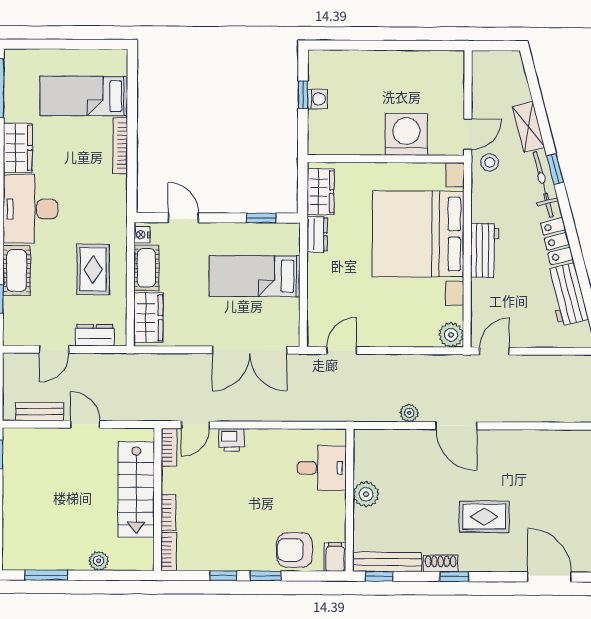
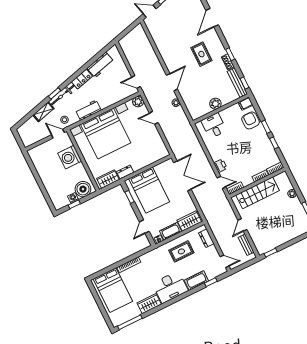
bed: (84, 96) -> (113, 290), width x1.50
boiler: (326, 129) -> (83, 189), added
workbench: (485, 251) -> (88, 110), moved
bed: (255, 276) -> (149, 190), width x1.50
door: (54, 349) -> (225, 261), moved
door: (342, 350) -> (154, 118), moved
armchair: (295, 550) -> (250, 120), turned 180

